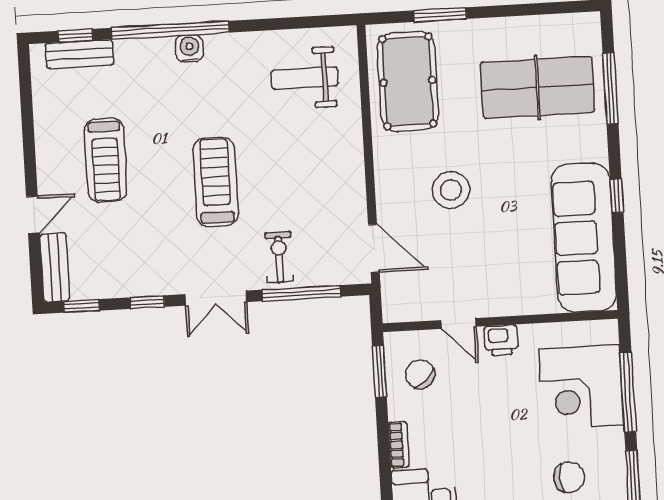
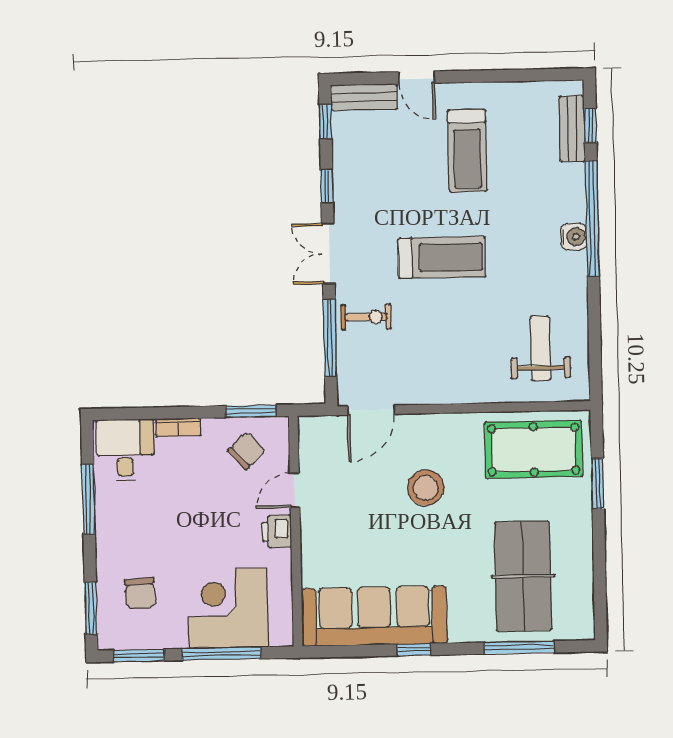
treadmill: (106, 160) -> (467, 151), turned -90

